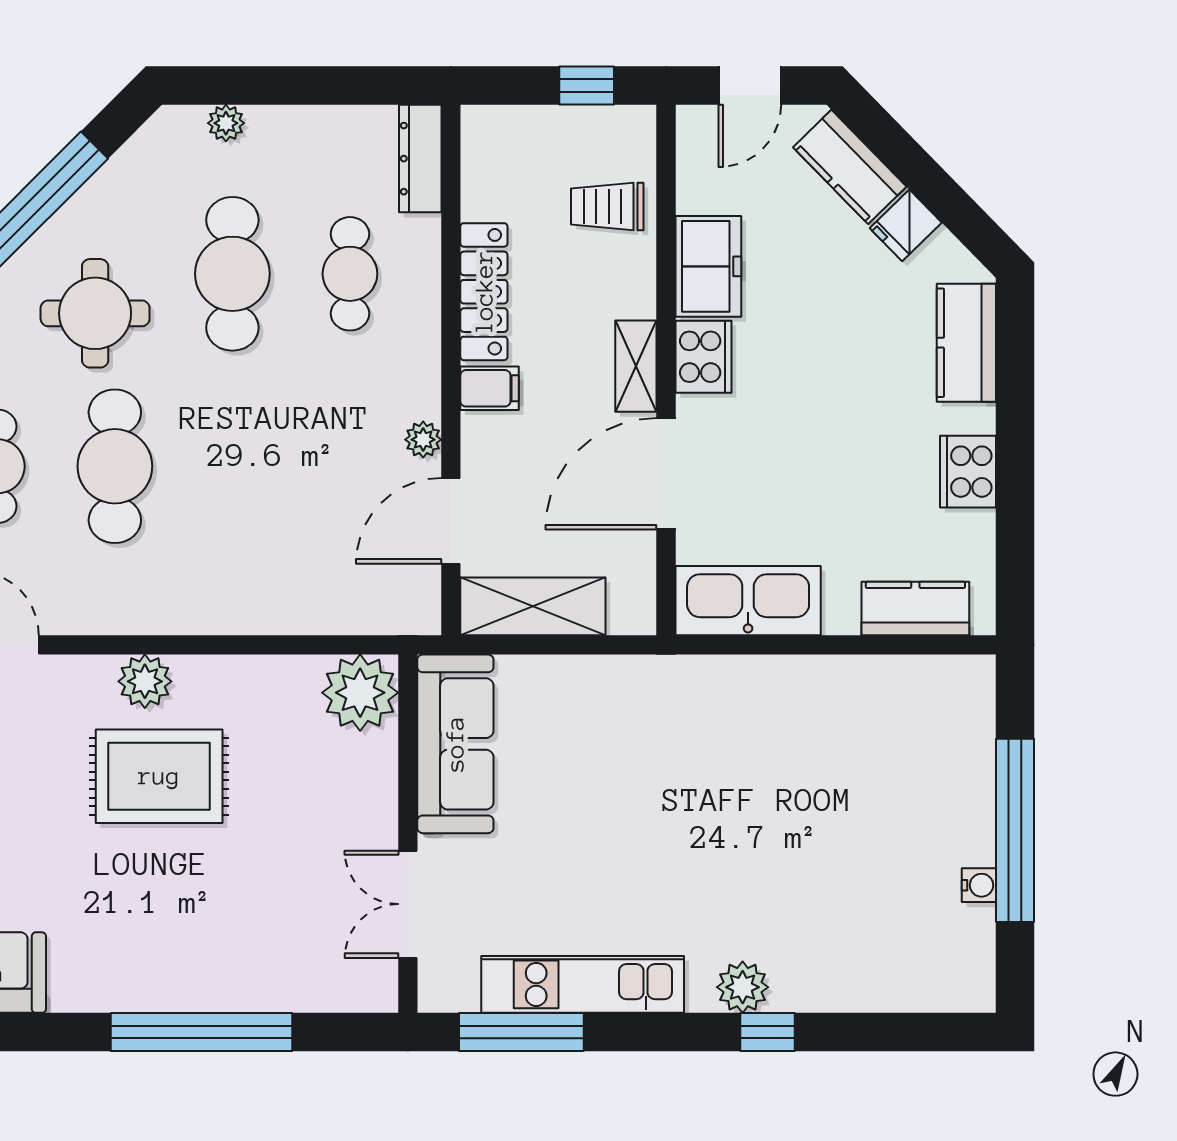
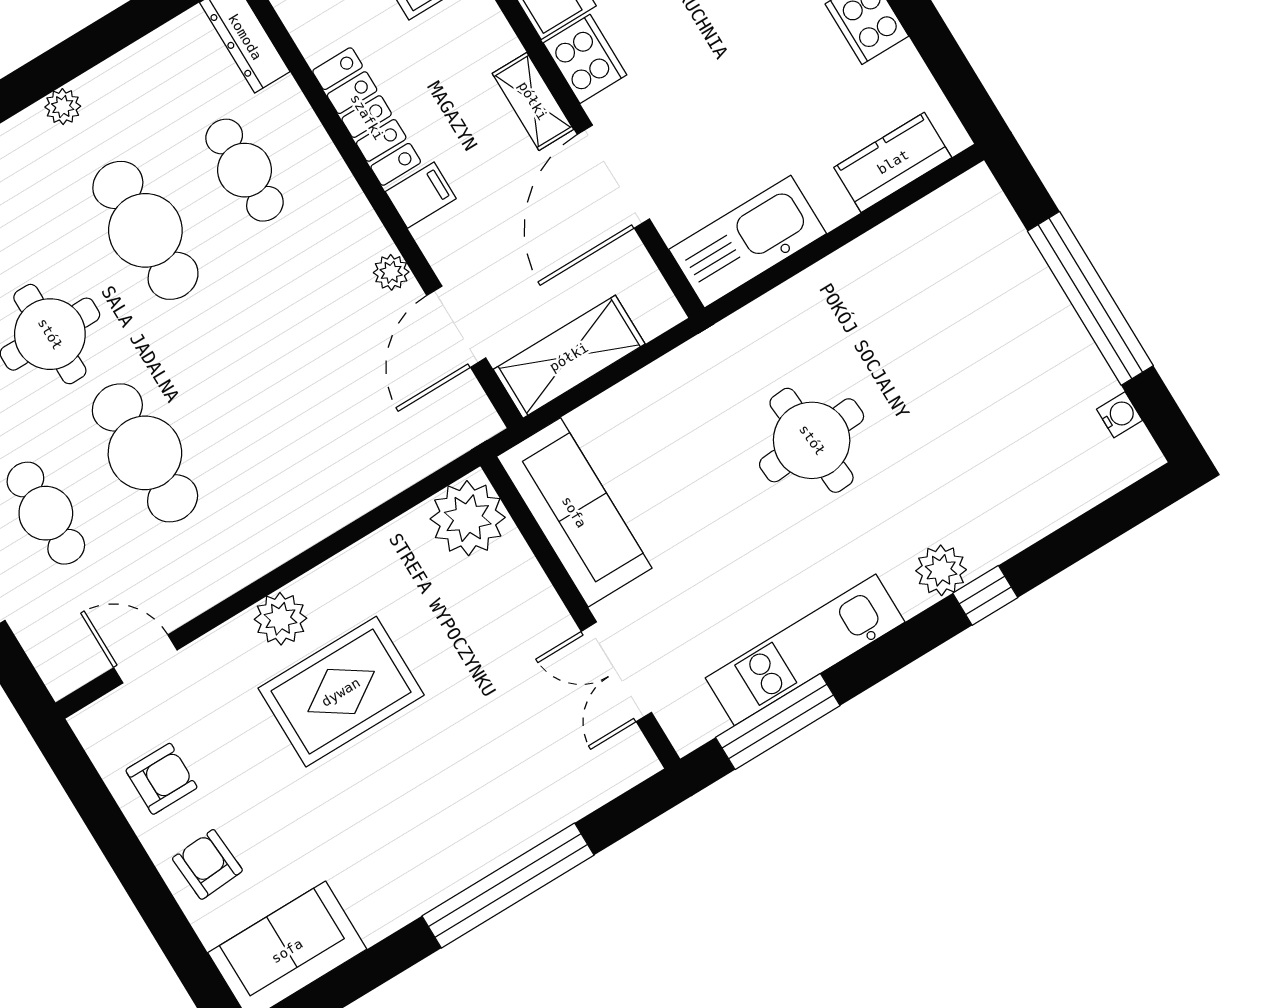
round table: (699, 806) -> (812, 440), added
water cooler: (979, 885) -> (1119, 415), moved

